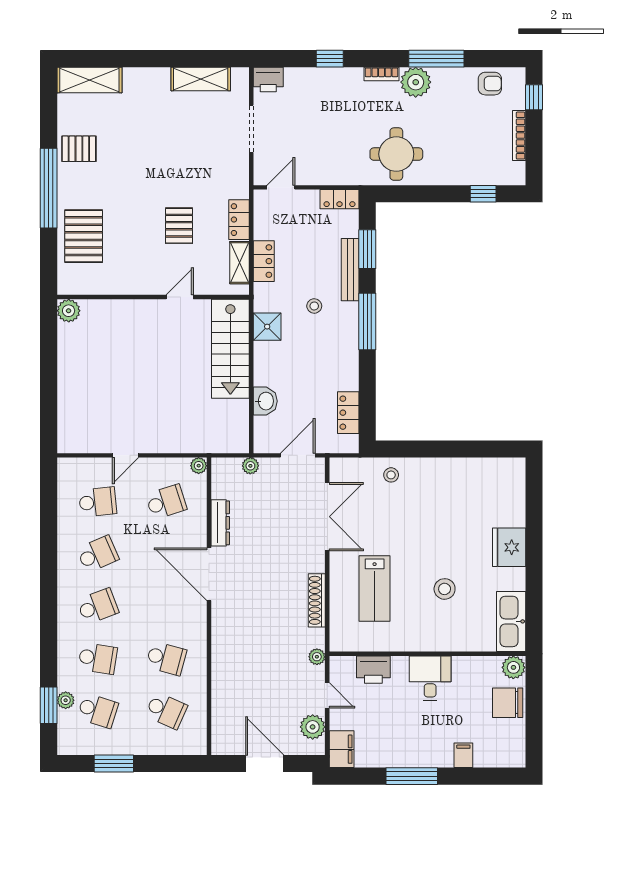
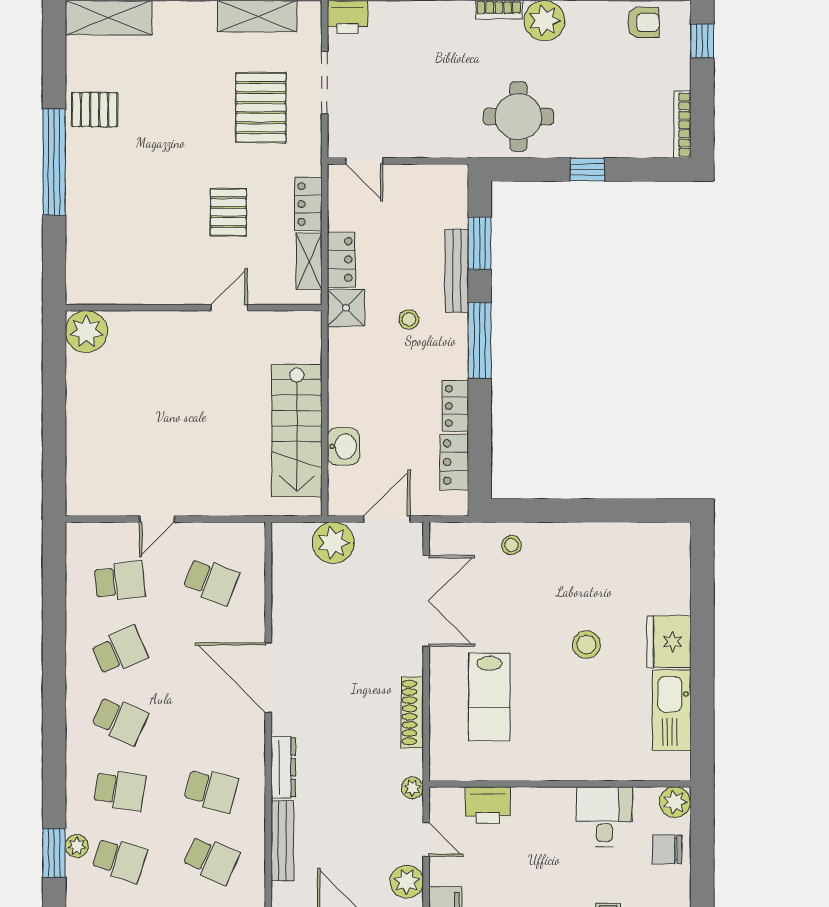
bookcase: (519, 136) -> (682, 125), moved
door: (281, 187) -> (364, 161), swing flipped
window: (483, 194) -> (587, 170), moved
locker: (340, 199) -> (455, 406), moved, turned 90
pallet: (84, 236) -> (261, 108), moved
plant: (69, 311) -> (86, 331), width x1.36, depth x1.36
shower: (267, 327) -> (346, 308), moved
stairs: (230, 349) -> (297, 431), moved
plant: (199, 466) -> (255, 533), removed
plant: (250, 466) -> (333, 543), width x1.88, depth x1.88
school desk: (166, 502) -> (211, 581), turned 39
dresser: (220, 523) -> (283, 767), moved
stool: (445, 589) -> (586, 645), moved
school desk: (98, 606) -> (120, 720), turned 45
kitchen sink: (511, 621) -> (672, 710), moved
desk: (430, 678) -> (604, 817), moved
bench: (220, 696) -> (282, 841), added
chair: (508, 703) -> (667, 849), width x0.73, depth x0.73

